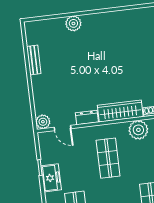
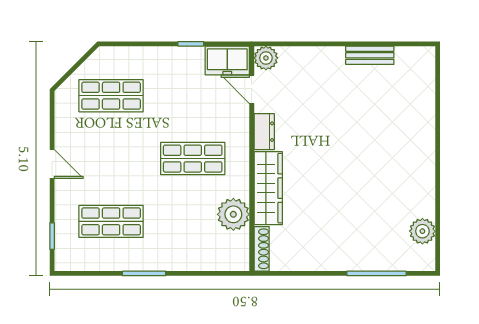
plant: (73, 23) -> (422, 231), moved
door: (63, 128) -> (252, 89), hinge flipped
freezer: (51, 178) -> (227, 60), moved

